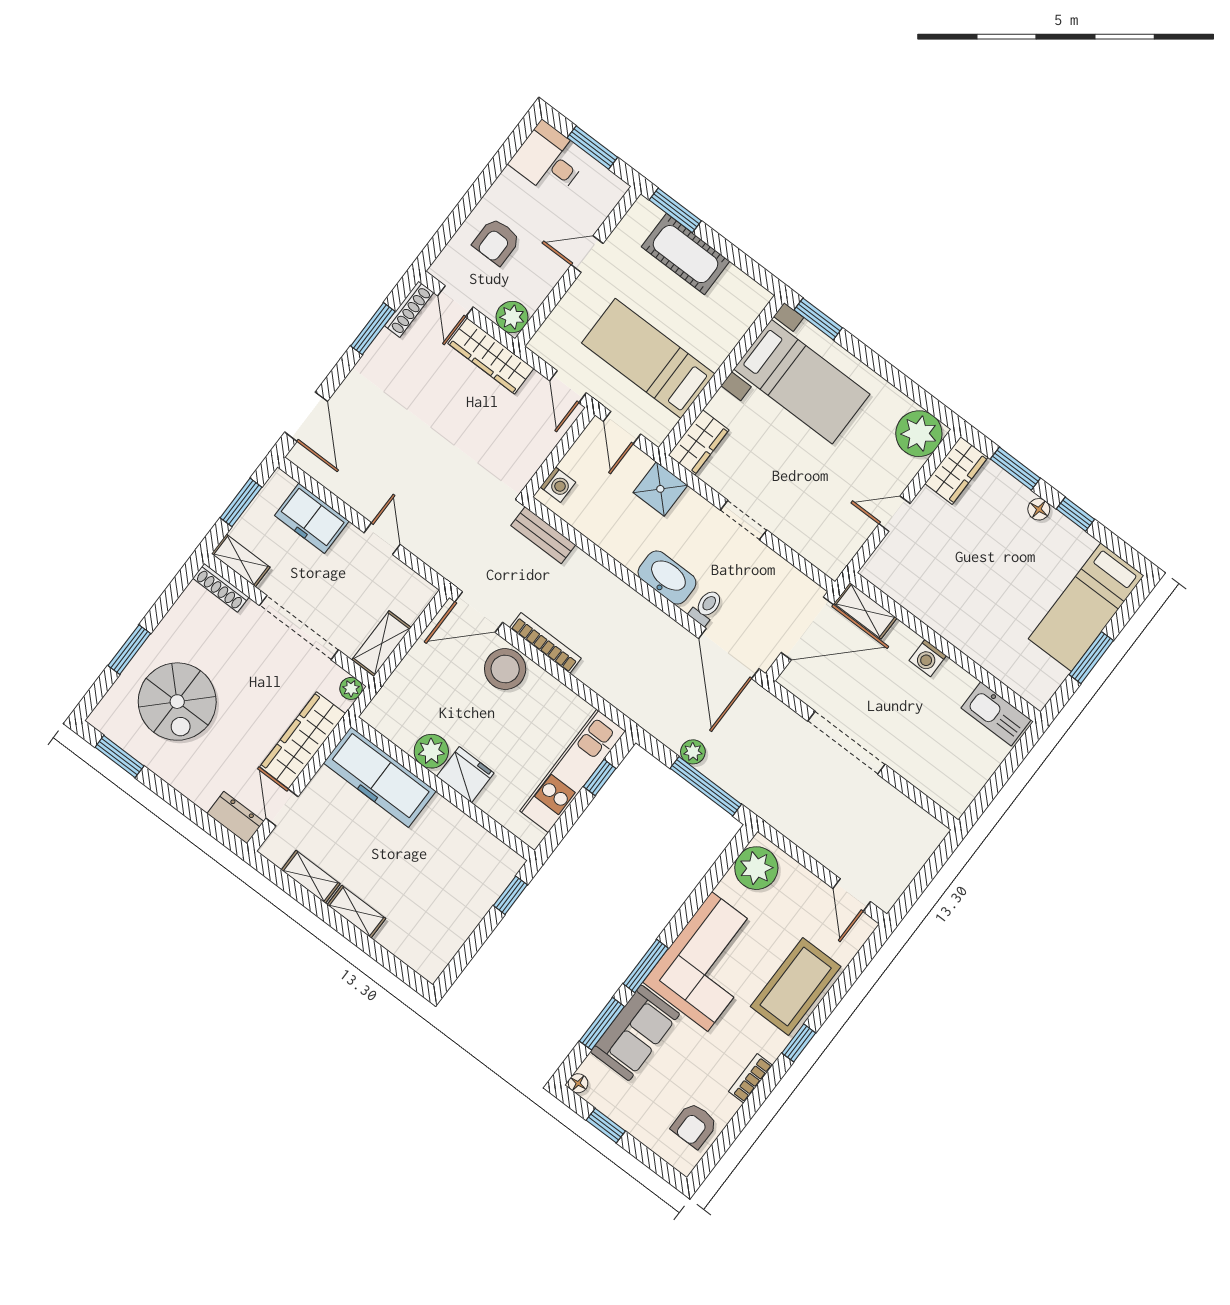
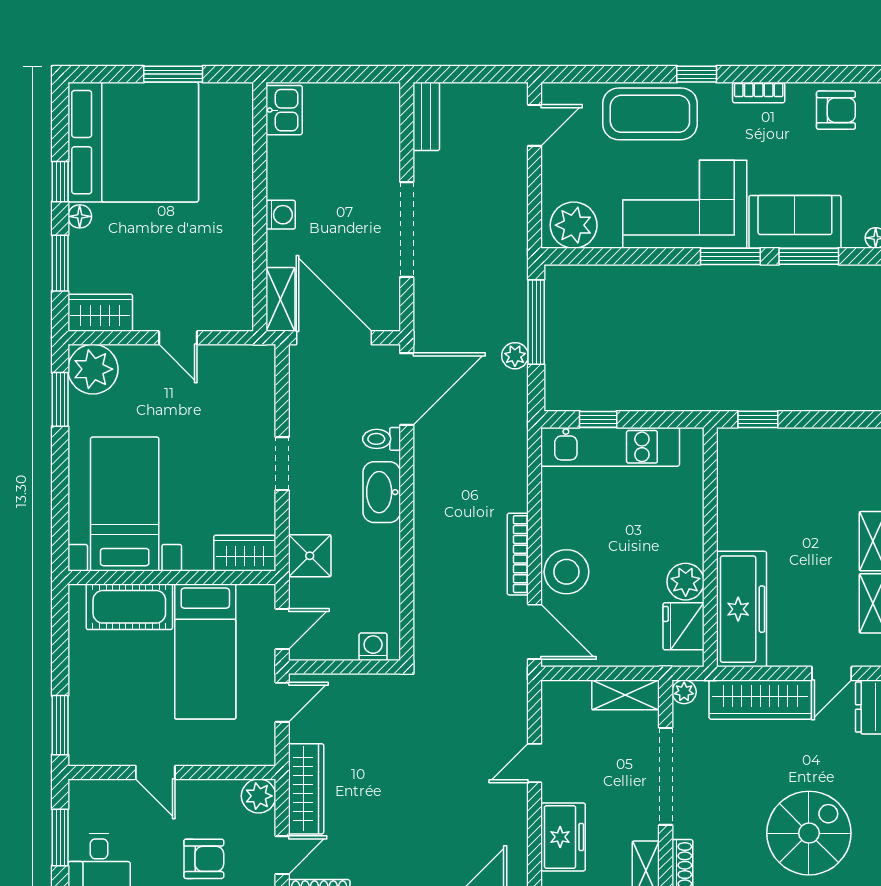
cot: (685, 254) -> (129, 607), moved, turned 90
window: (818, 319) -> (60, 399), moved
bench: (543, 535) -> (426, 116), moved
bed: (1086, 607) -> (133, 142), width x2.04
kitchen sink: (996, 714) -> (284, 110), width x0.73
fridge: (465, 775) -> (684, 626), moved

